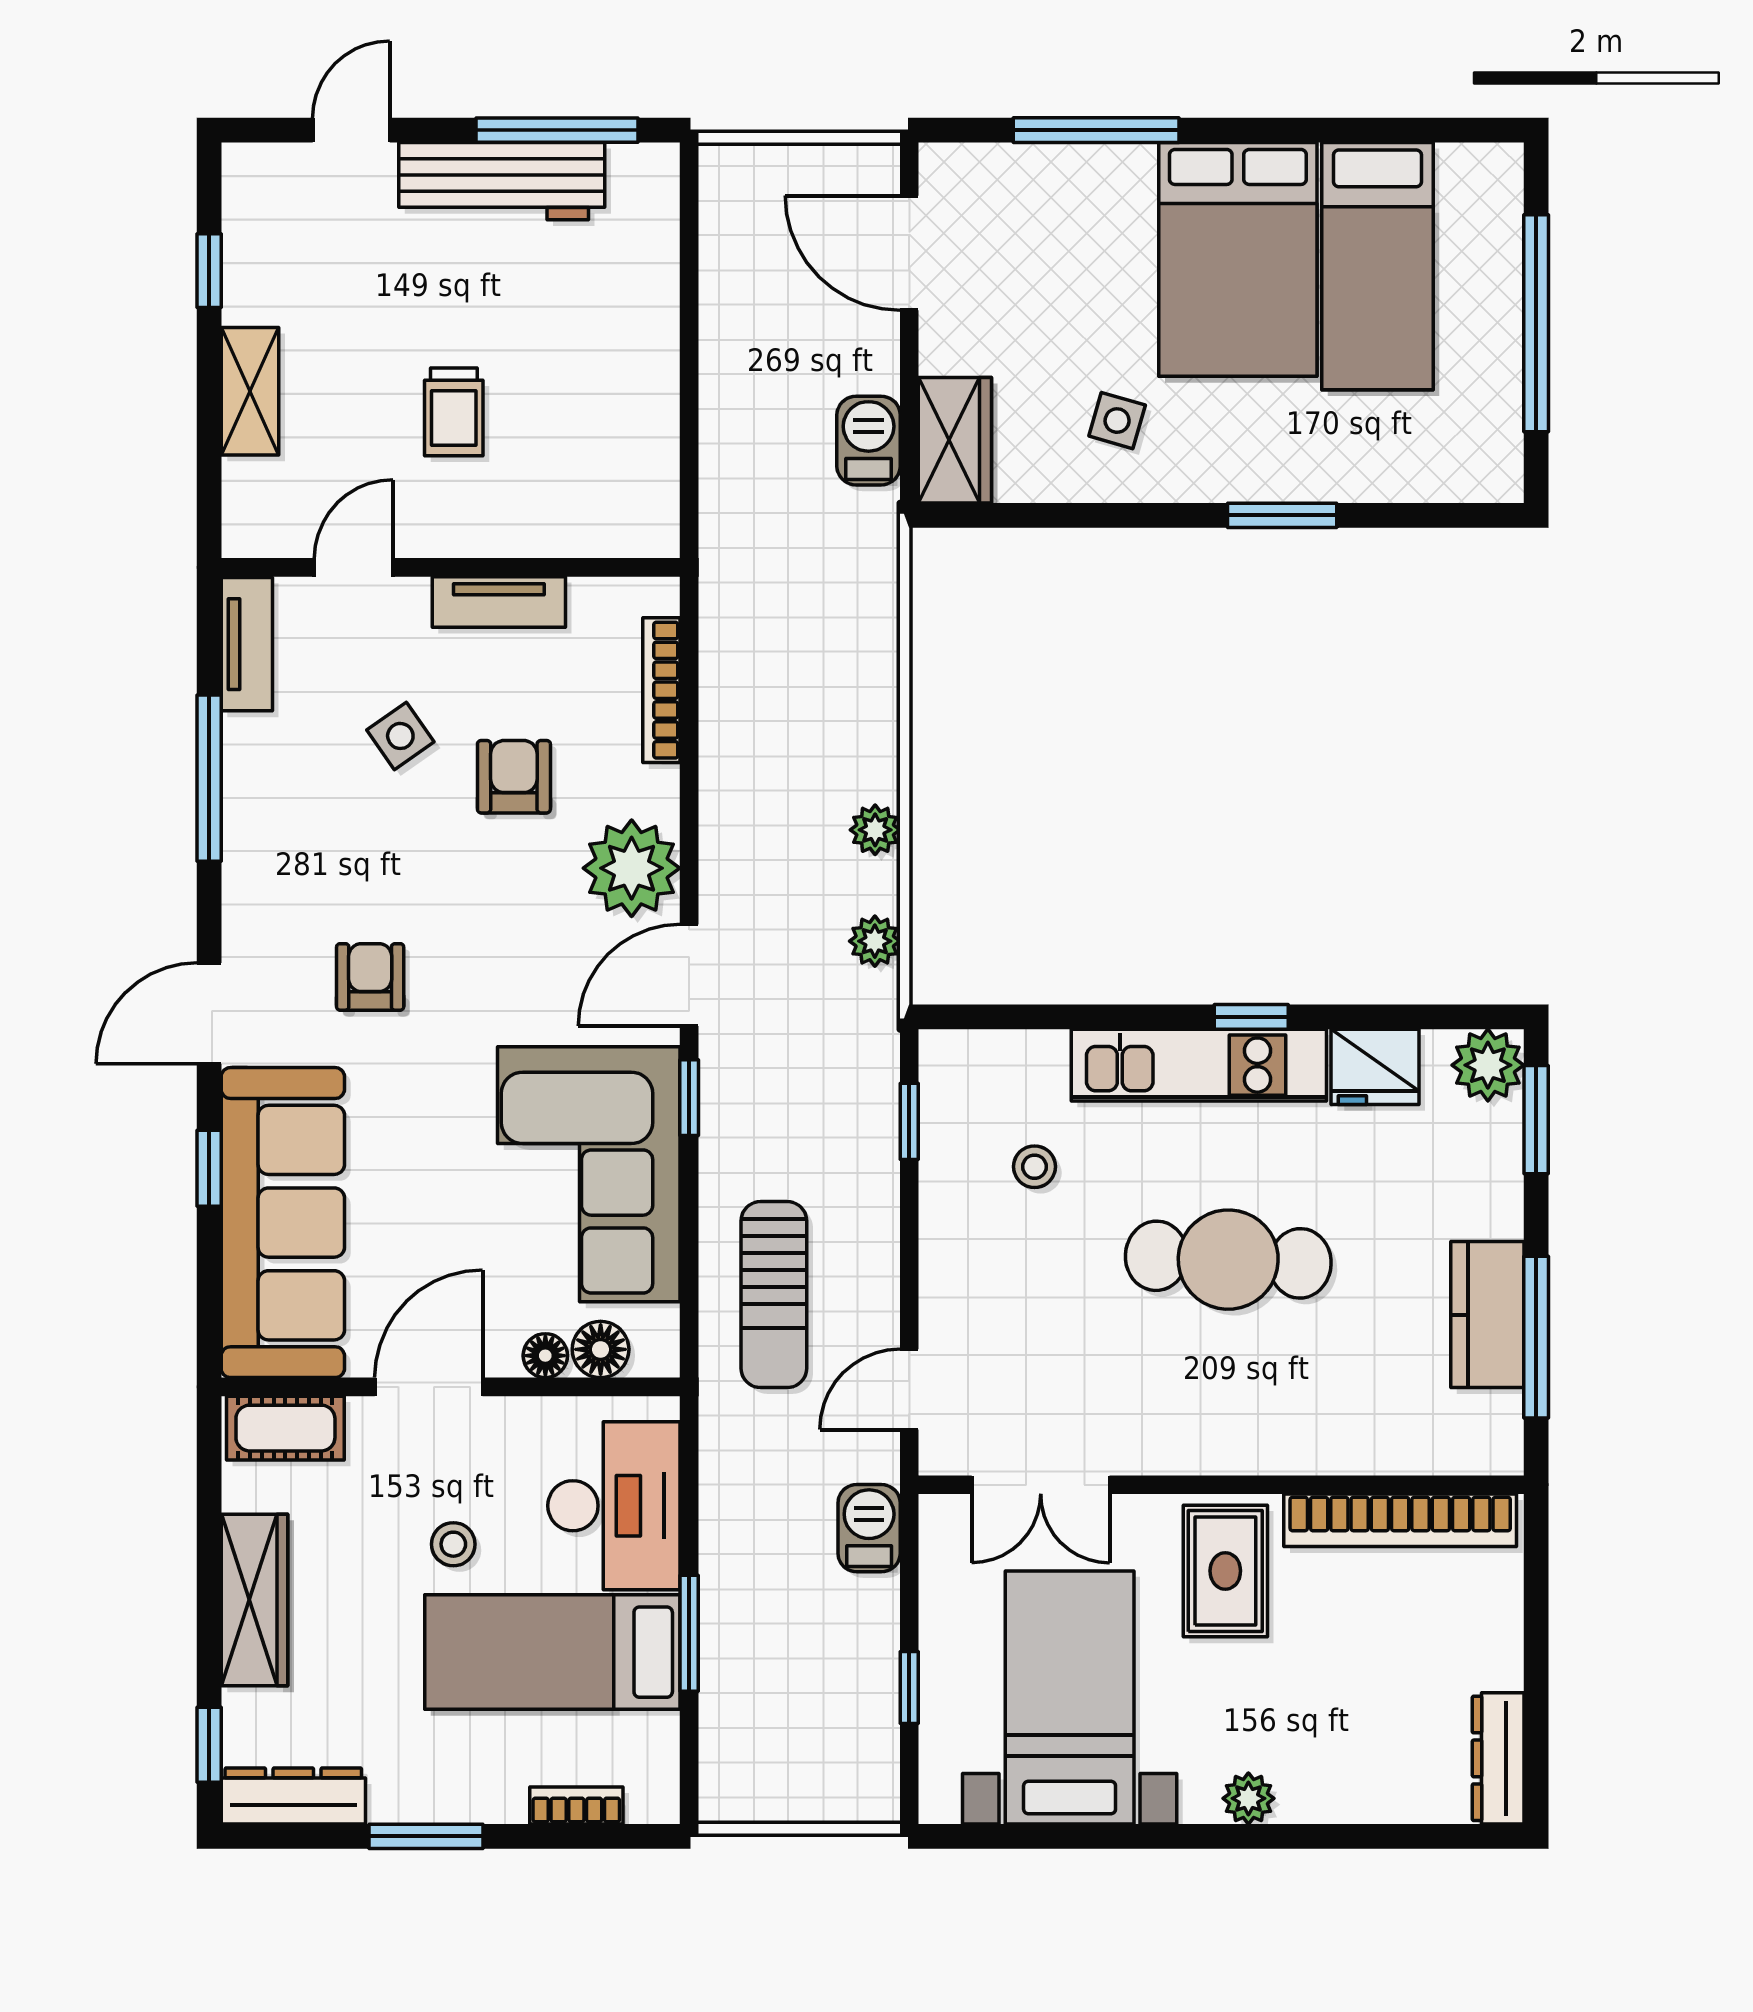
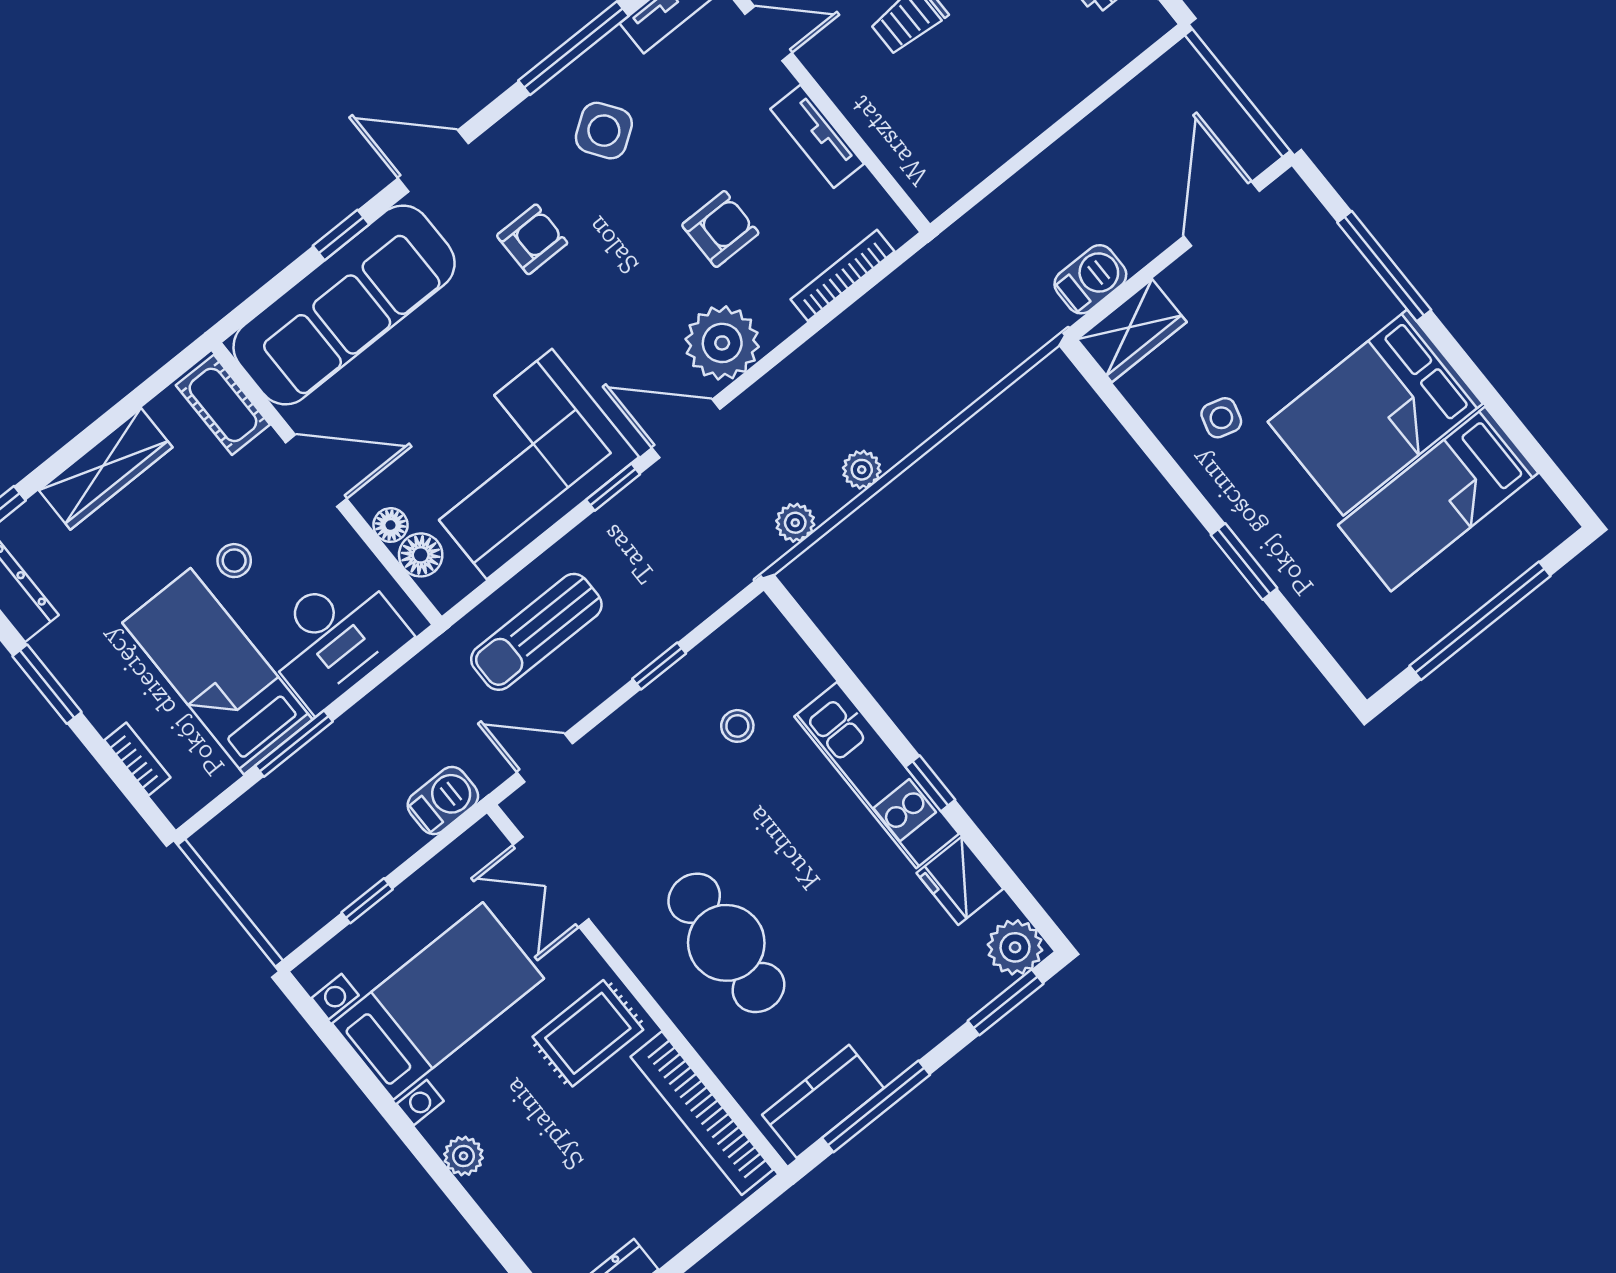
side table: (400, 736) -> (604, 131), moved, width x1.37, depth x1.37
window: (909, 1121) -> (659, 666), moved
cafe table: (1228, 1260) -> (726, 943), moved
kitchen counter: (1487, 1315) -> (823, 1101), moved

